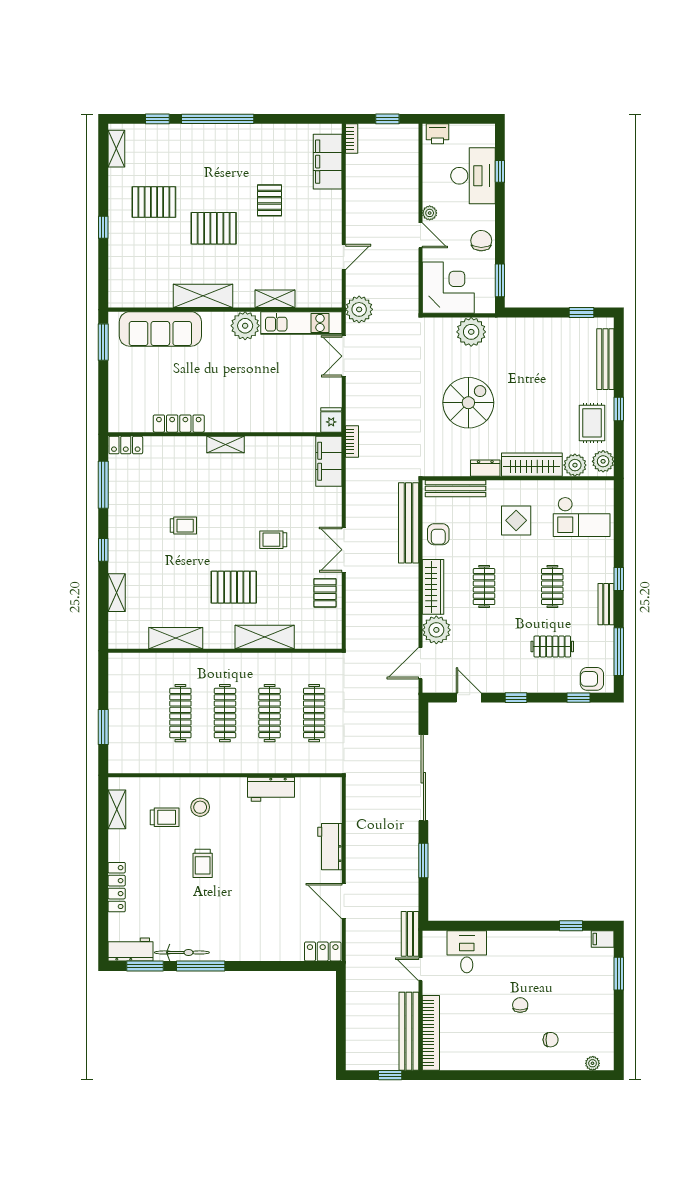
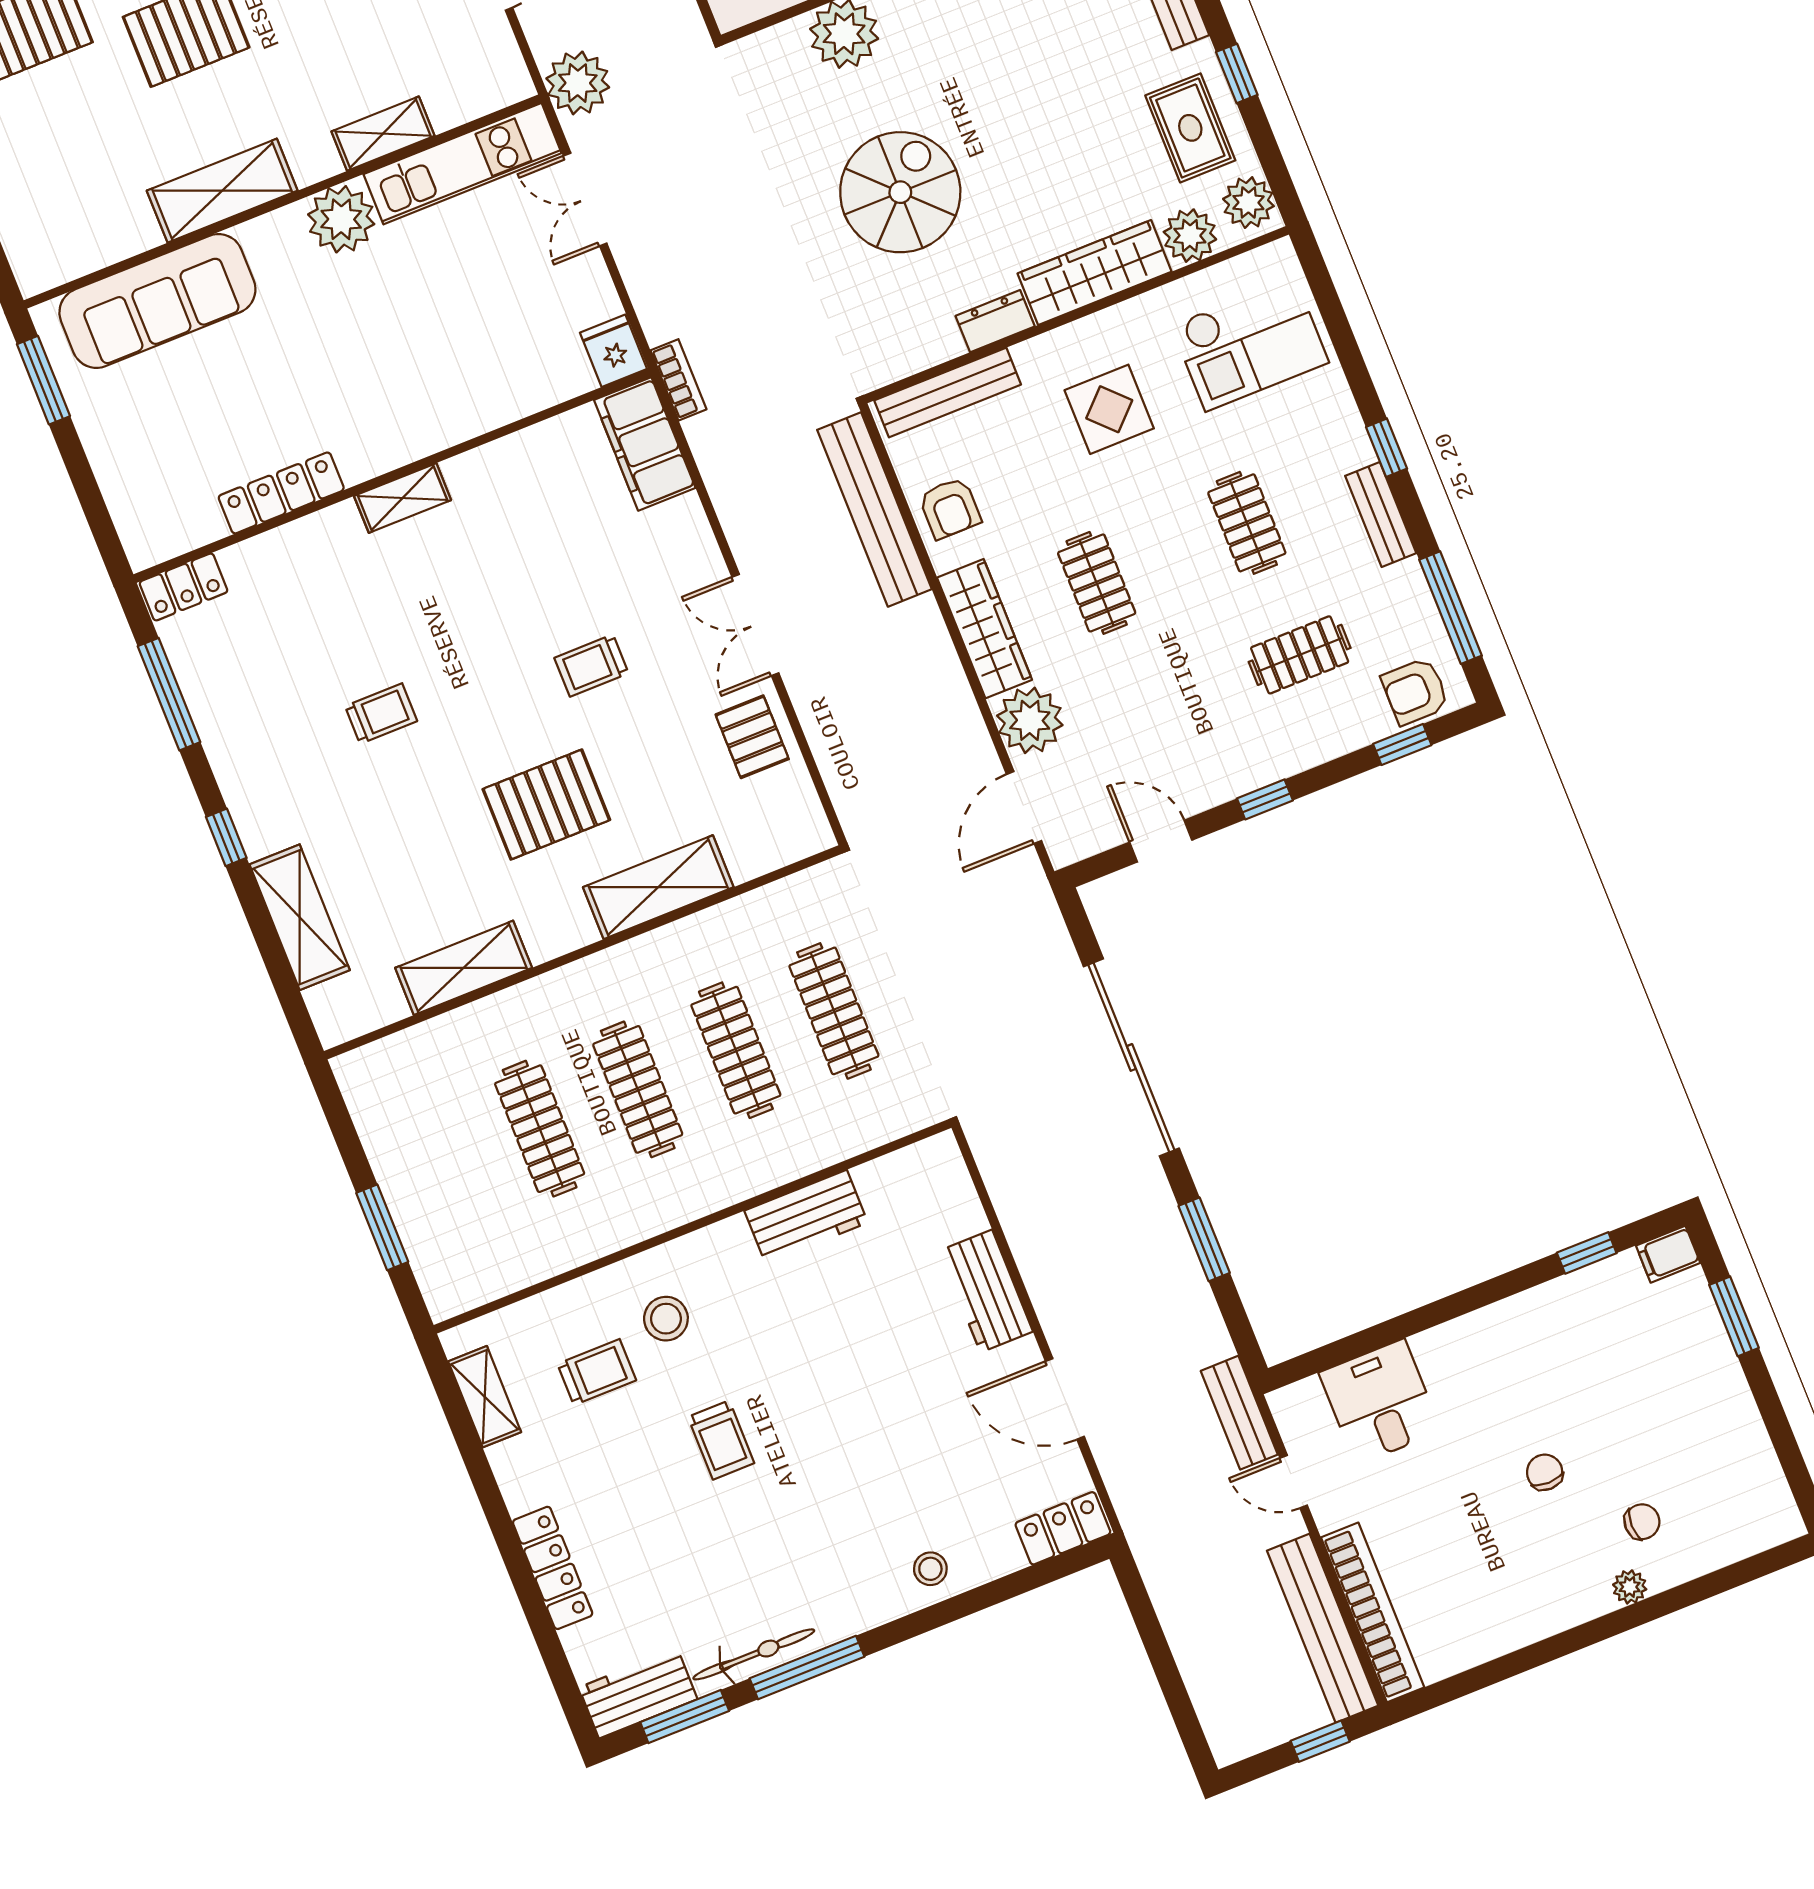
shelving: (117, 593) -> (300, 917), width x1.50, depth x1.33
stool: (264, 947) -> (930, 1569), added
plant: (593, 1063) -> (1630, 1587), moved

